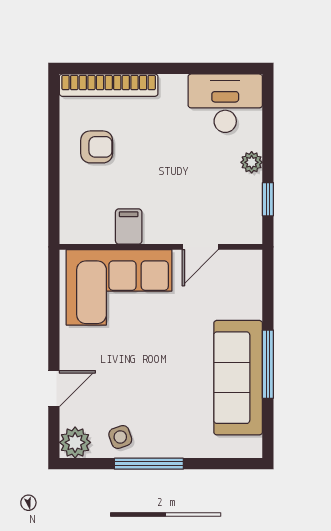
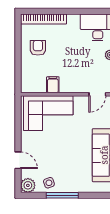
armchair: (97, 147) -> (38, 48), turned -90
door: (200, 247) -> (97, 94), moved
door: (54, 389) -> (18, 160), hinge flipped

